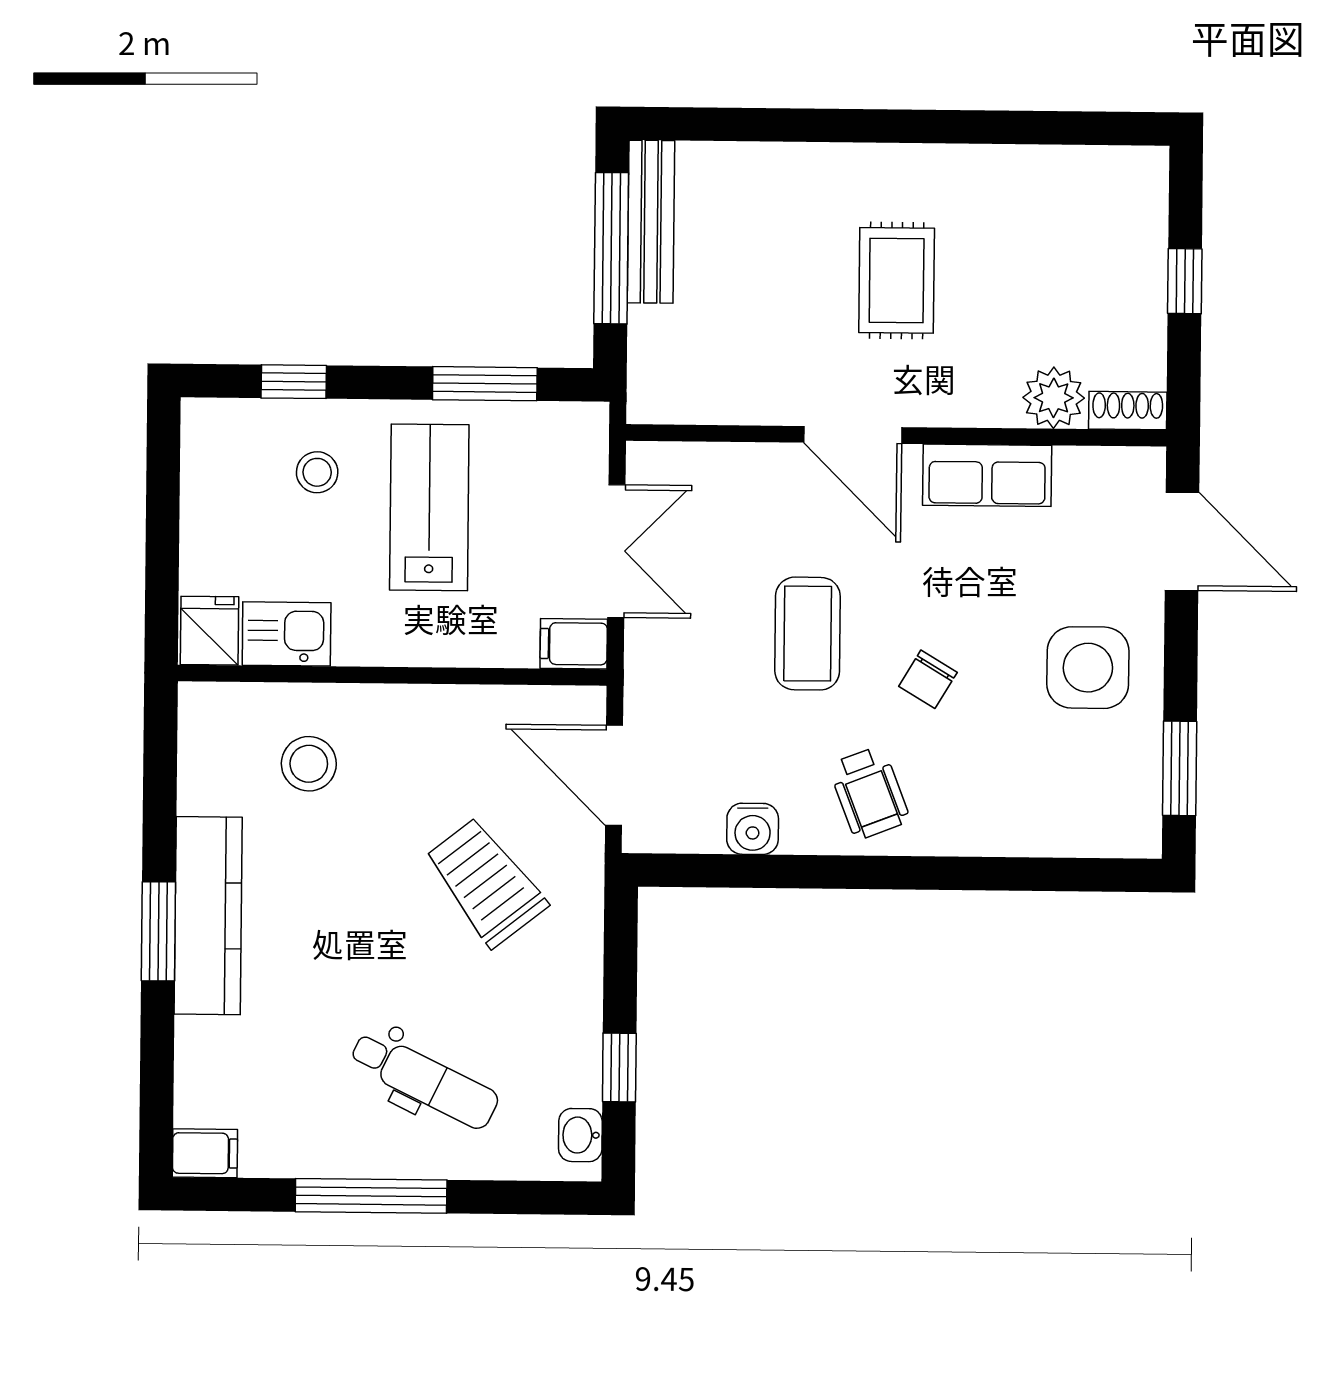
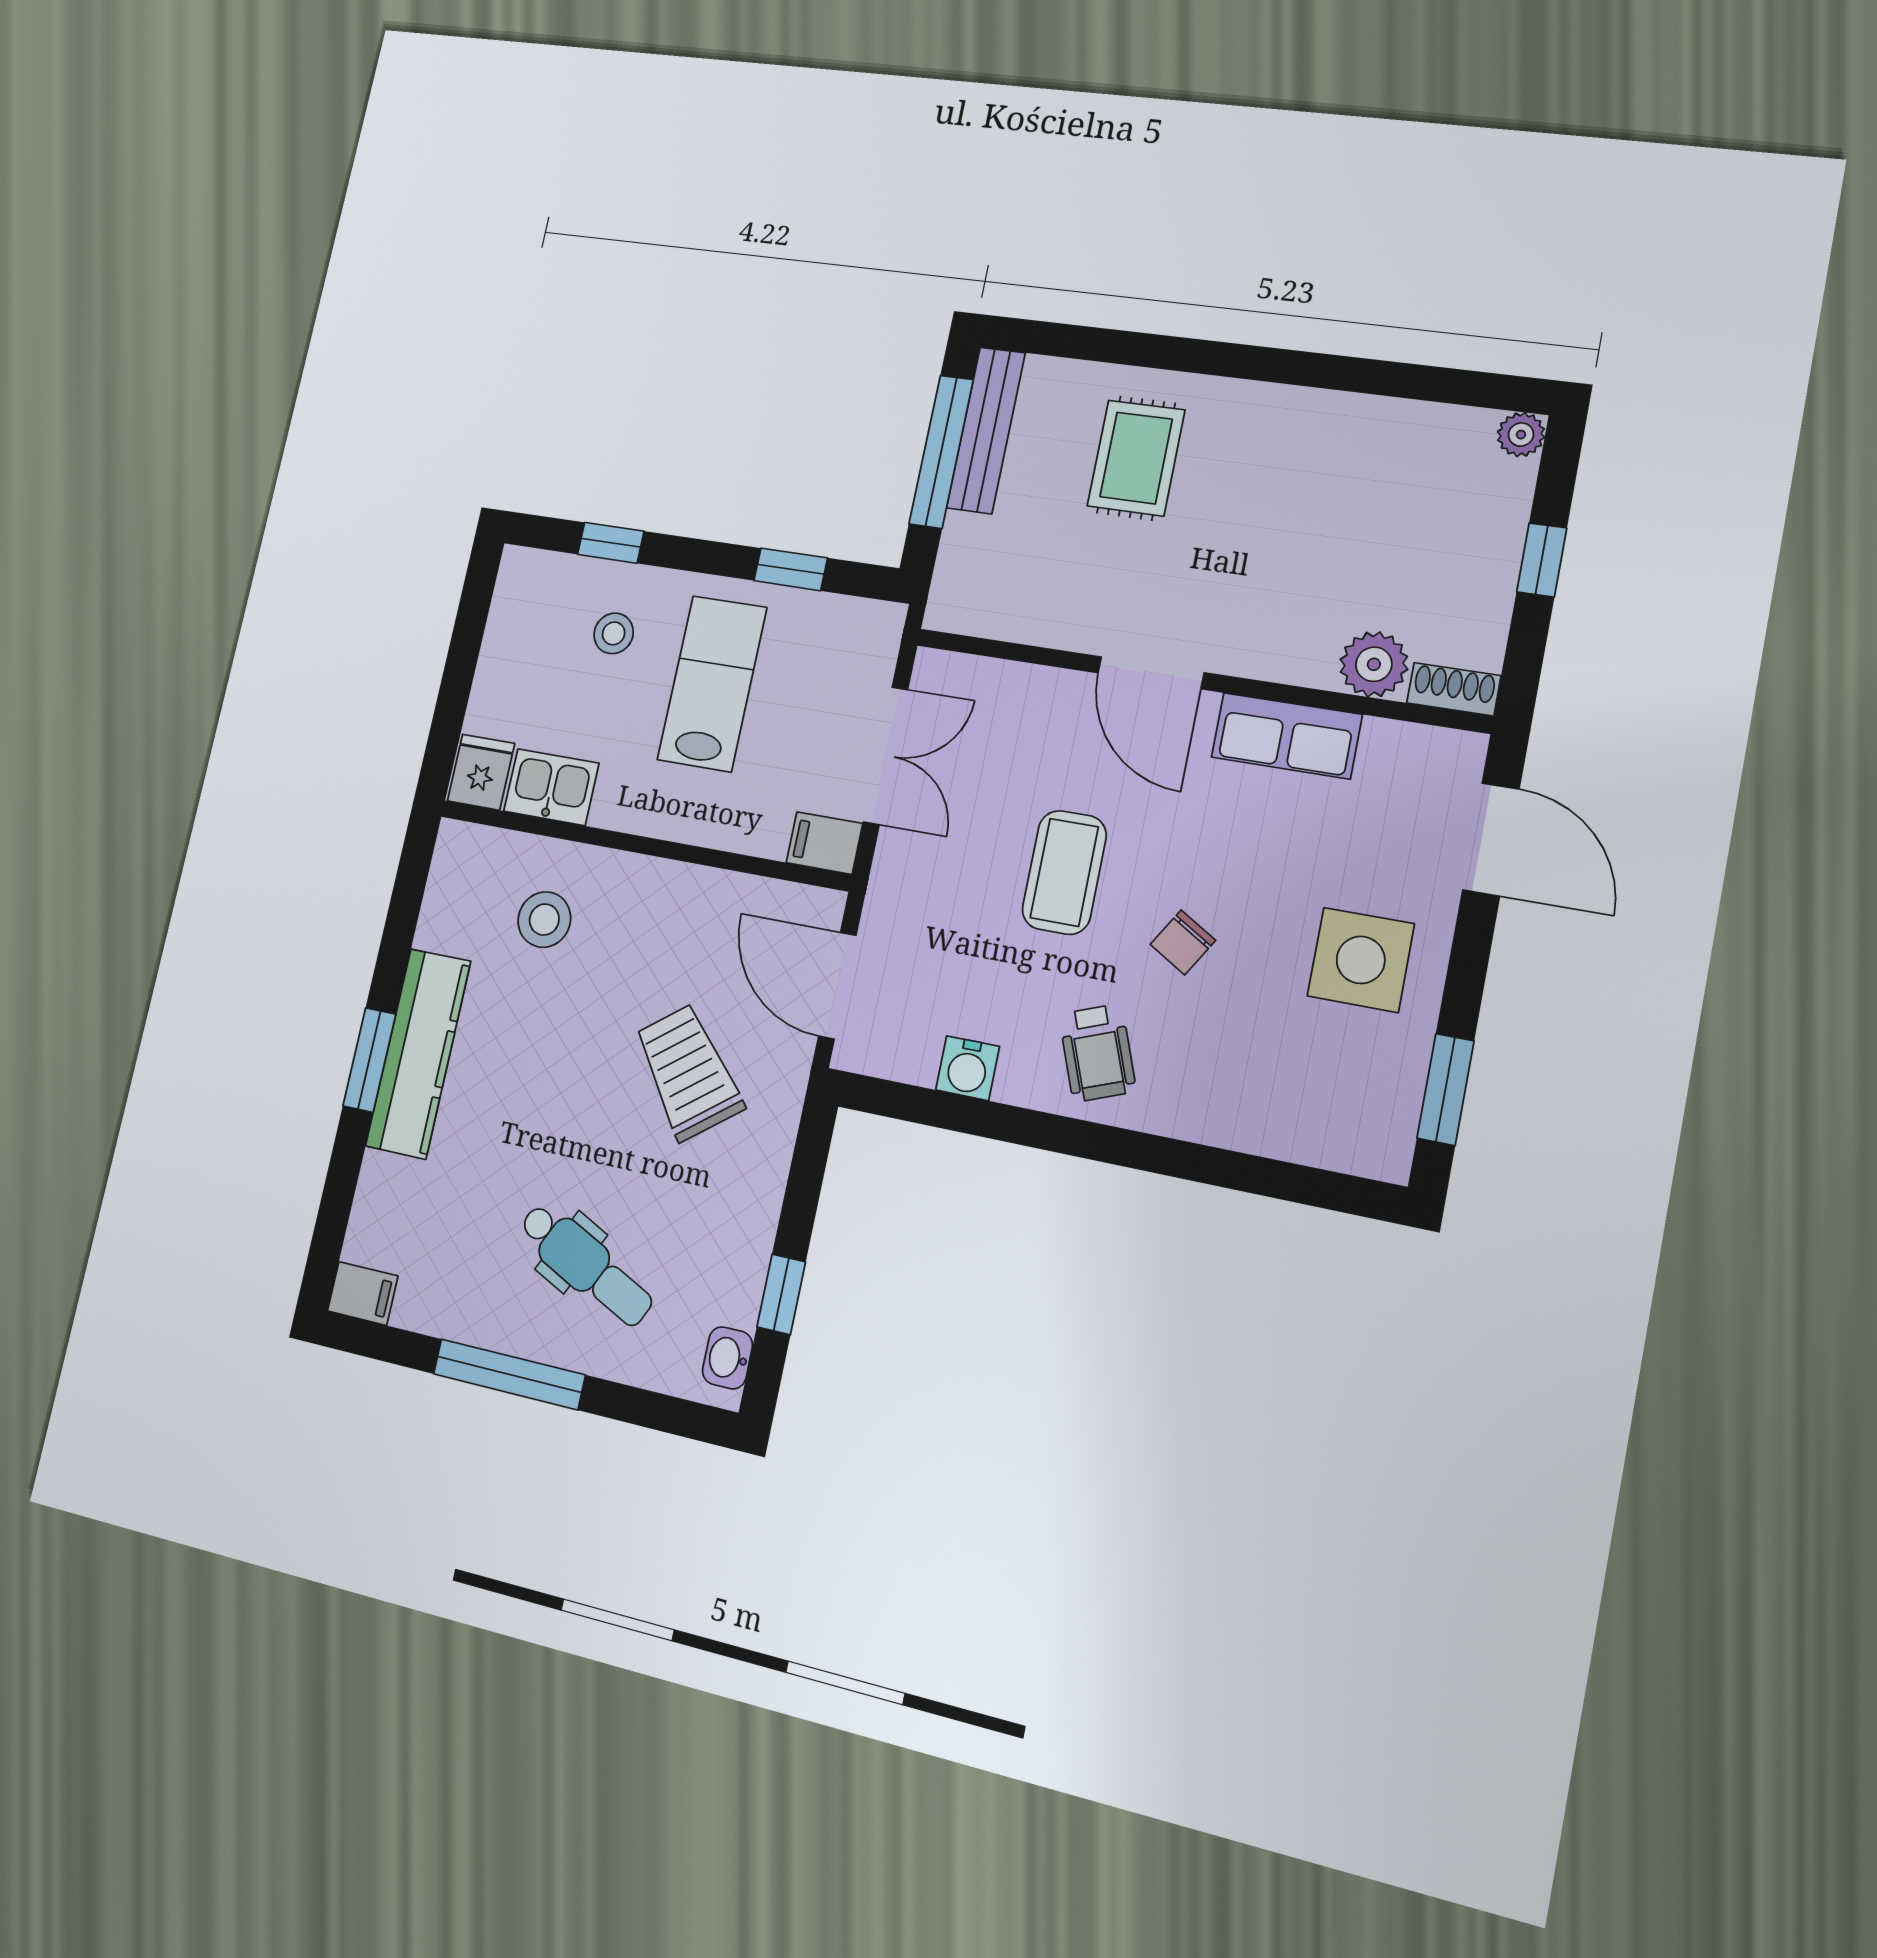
plant: (1148, 167) -> (1521, 435), added
rug: (897, 280) -> (1136, 458), moved
window: (485, 384) -> (791, 569), width x0.67

